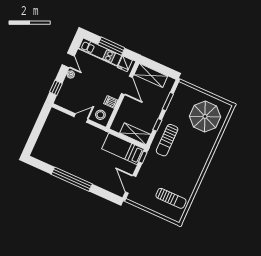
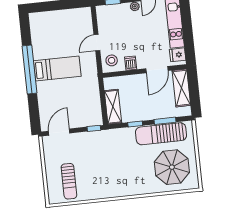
window: (111, 46) -> (187, 31), removed
door: (81, 118) -> (97, 43), swing flipped
sun lounger: (167, 140) -> (161, 134), moved, width x1.36, depth x1.34
bed: (123, 149) -> (57, 68), moved, turned 90

